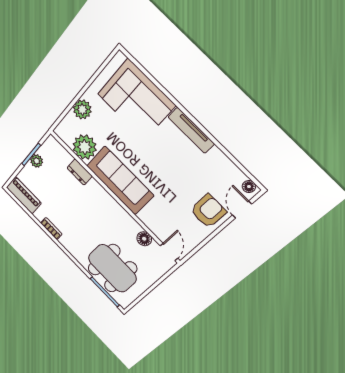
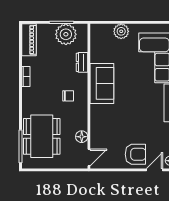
plant: (85, 147) -> (100, 52), removed
plant: (37, 161) -> (66, 34), width x1.87, depth x1.87
sofa: (120, 181) -> (102, 83), width x0.73
chair: (98, 213) -> (68, 96), added

